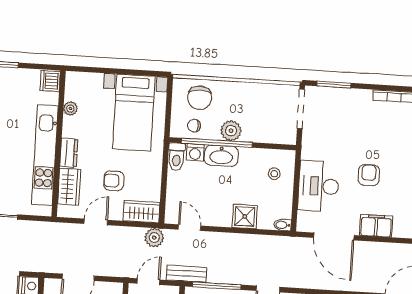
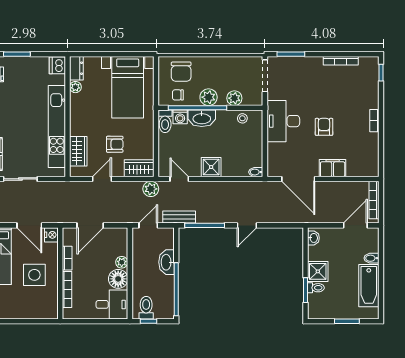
plant: (262, 134) -> (234, 98), added
dresser: (69, 153) -> (76, 68), moved
stool: (274, 174) -> (242, 118), moved
armchair: (114, 181) -> (115, 144), turned 180
desk: (319, 186) -> (283, 121), moved
shower: (245, 216) -> (211, 167), moved

